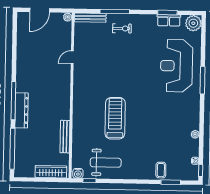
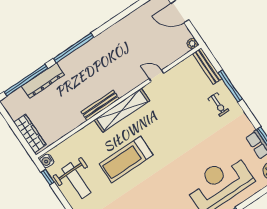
shelving: (79, 97) -> (122, 110), added
dresser: (22, 110) -> (43, 81), moved
treadmill: (115, 118) -> (126, 159), turned 180
bench: (65, 137) -> (100, 105), moved

